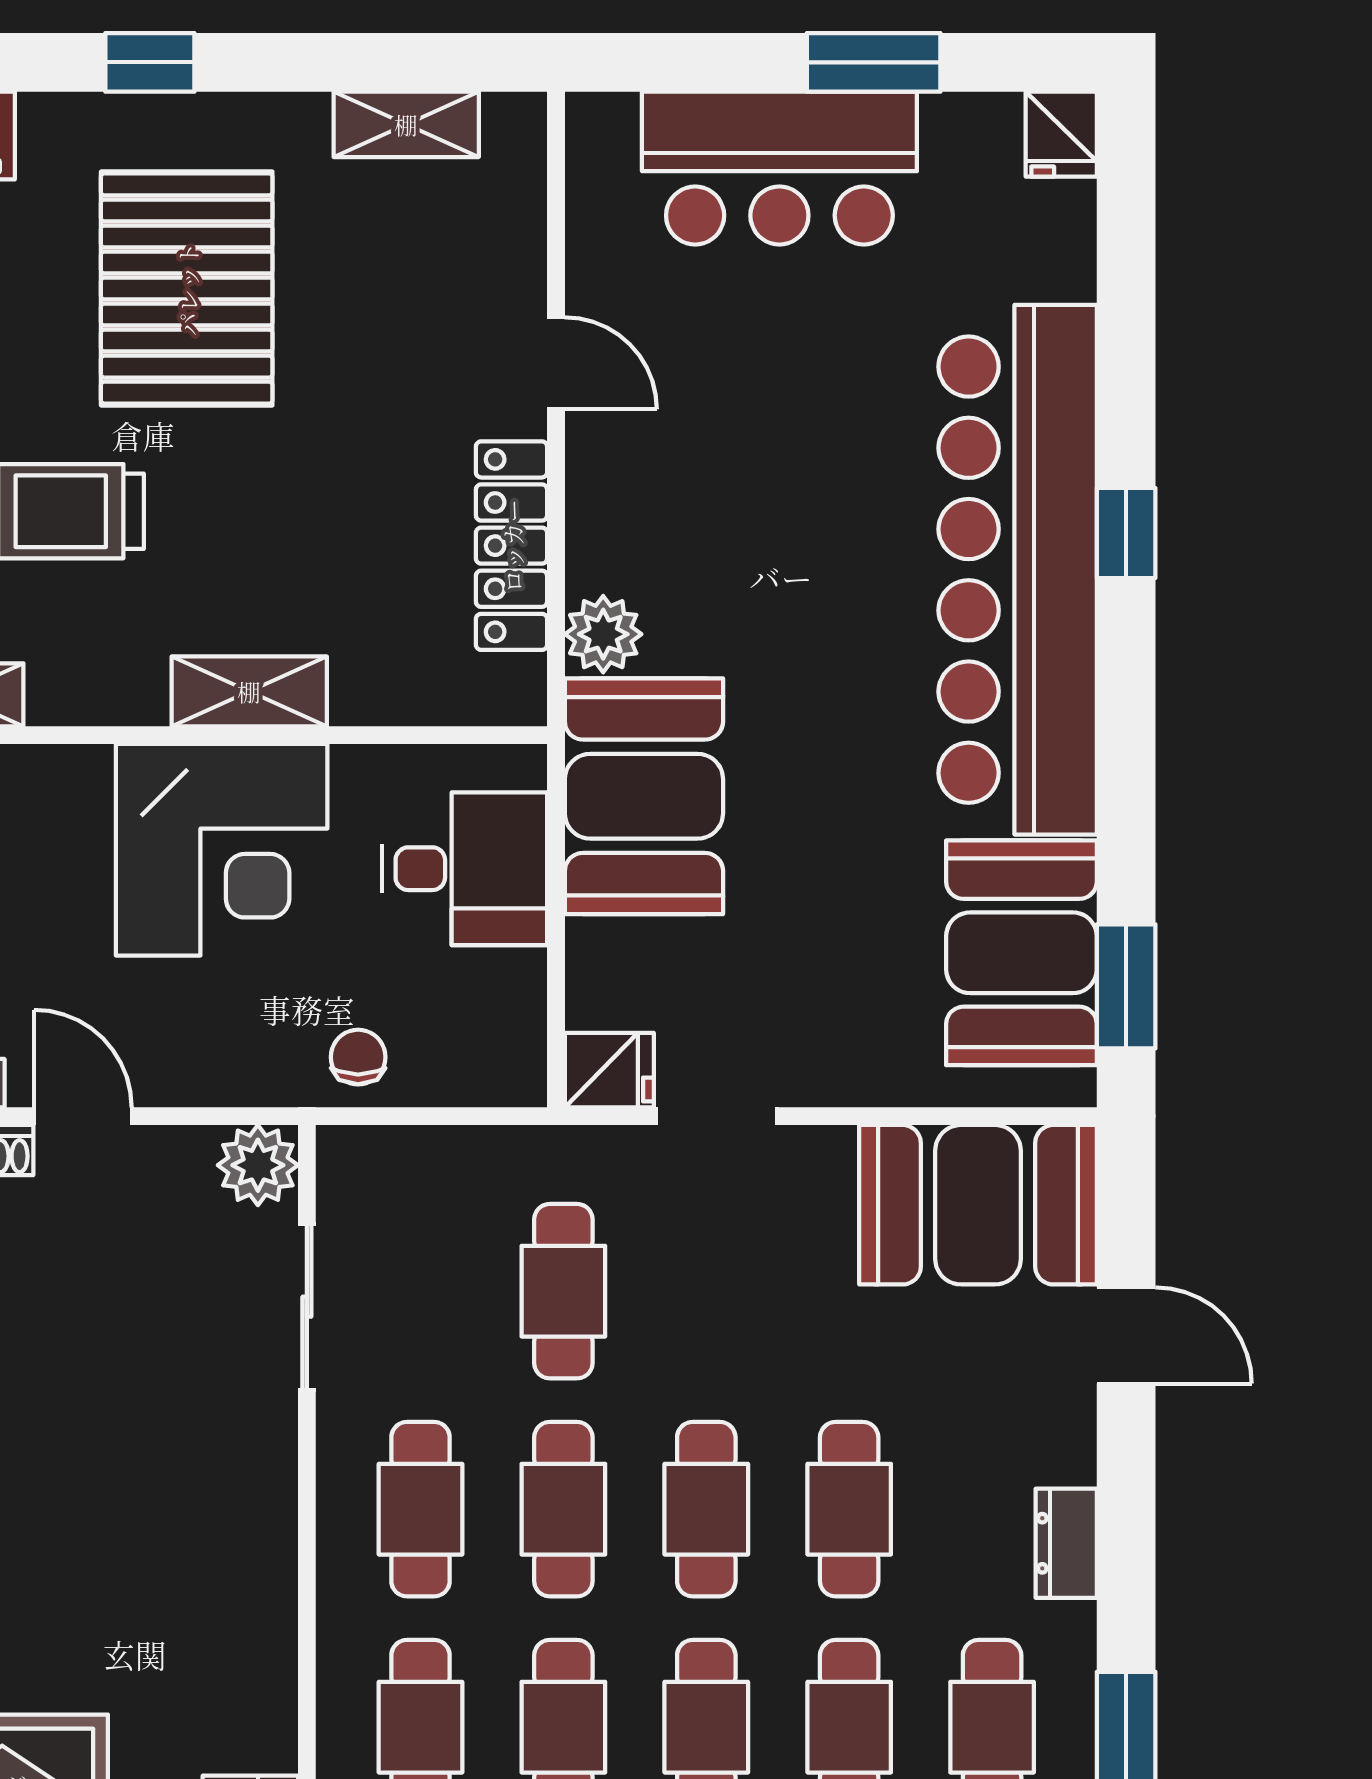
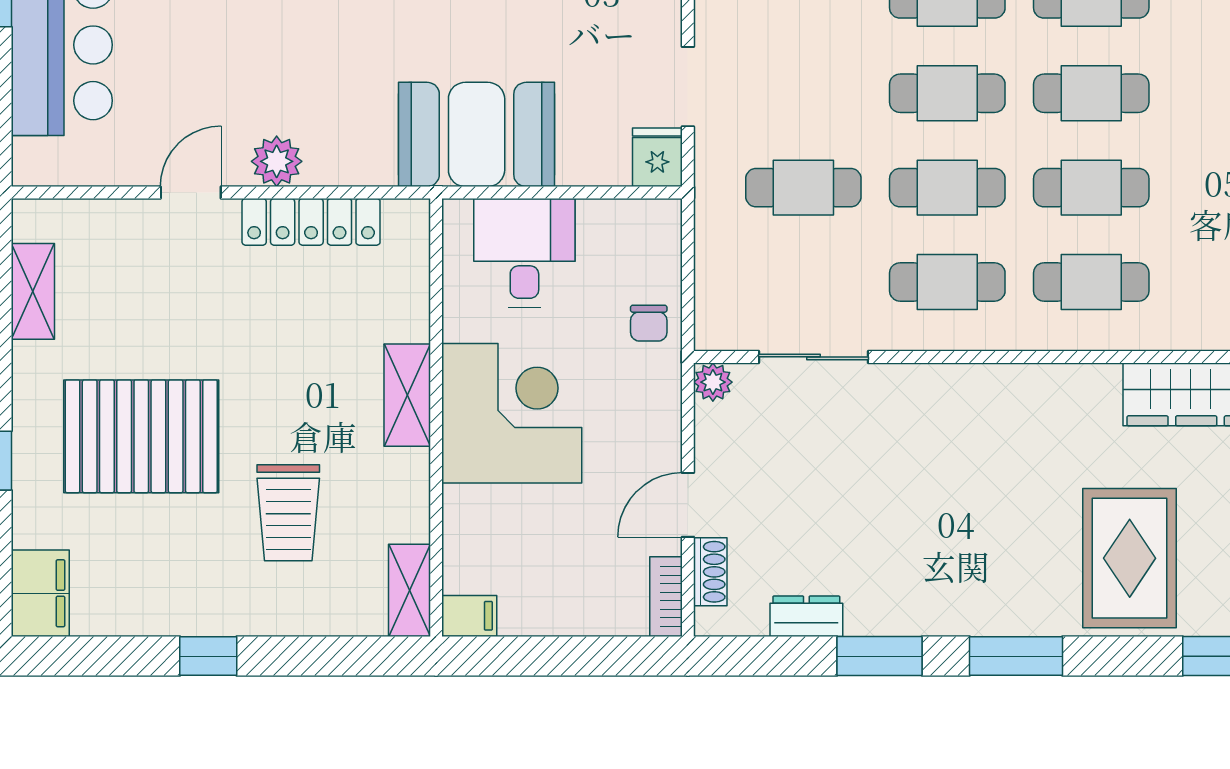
plant: (603, 634) -> (277, 161), moved
chair: (358, 1057) -> (649, 323), turned -90
plant: (258, 1165) -> (713, 382), width x0.73, depth x0.73

